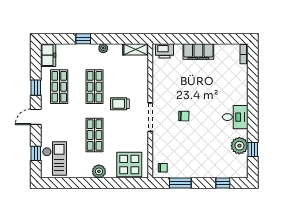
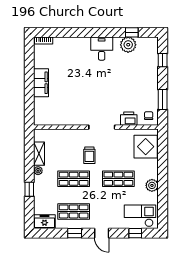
shelving: (136, 49) -> (39, 154), moved
printer: (165, 51) -> (129, 119), moved, turned -90
chair: (184, 116) -> (101, 96), removed
plant: (99, 171) -> (152, 185), moved

